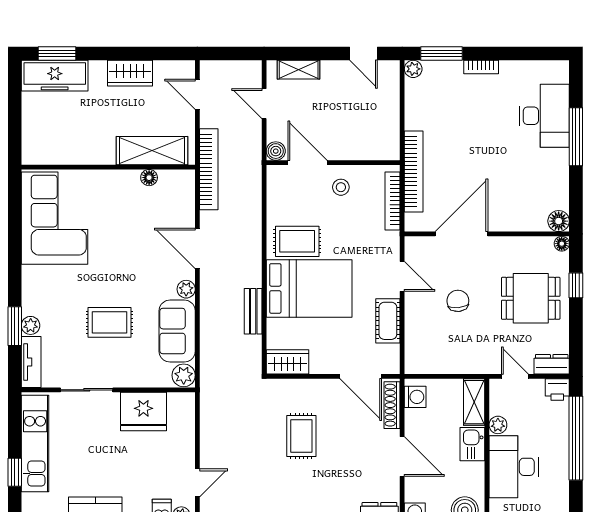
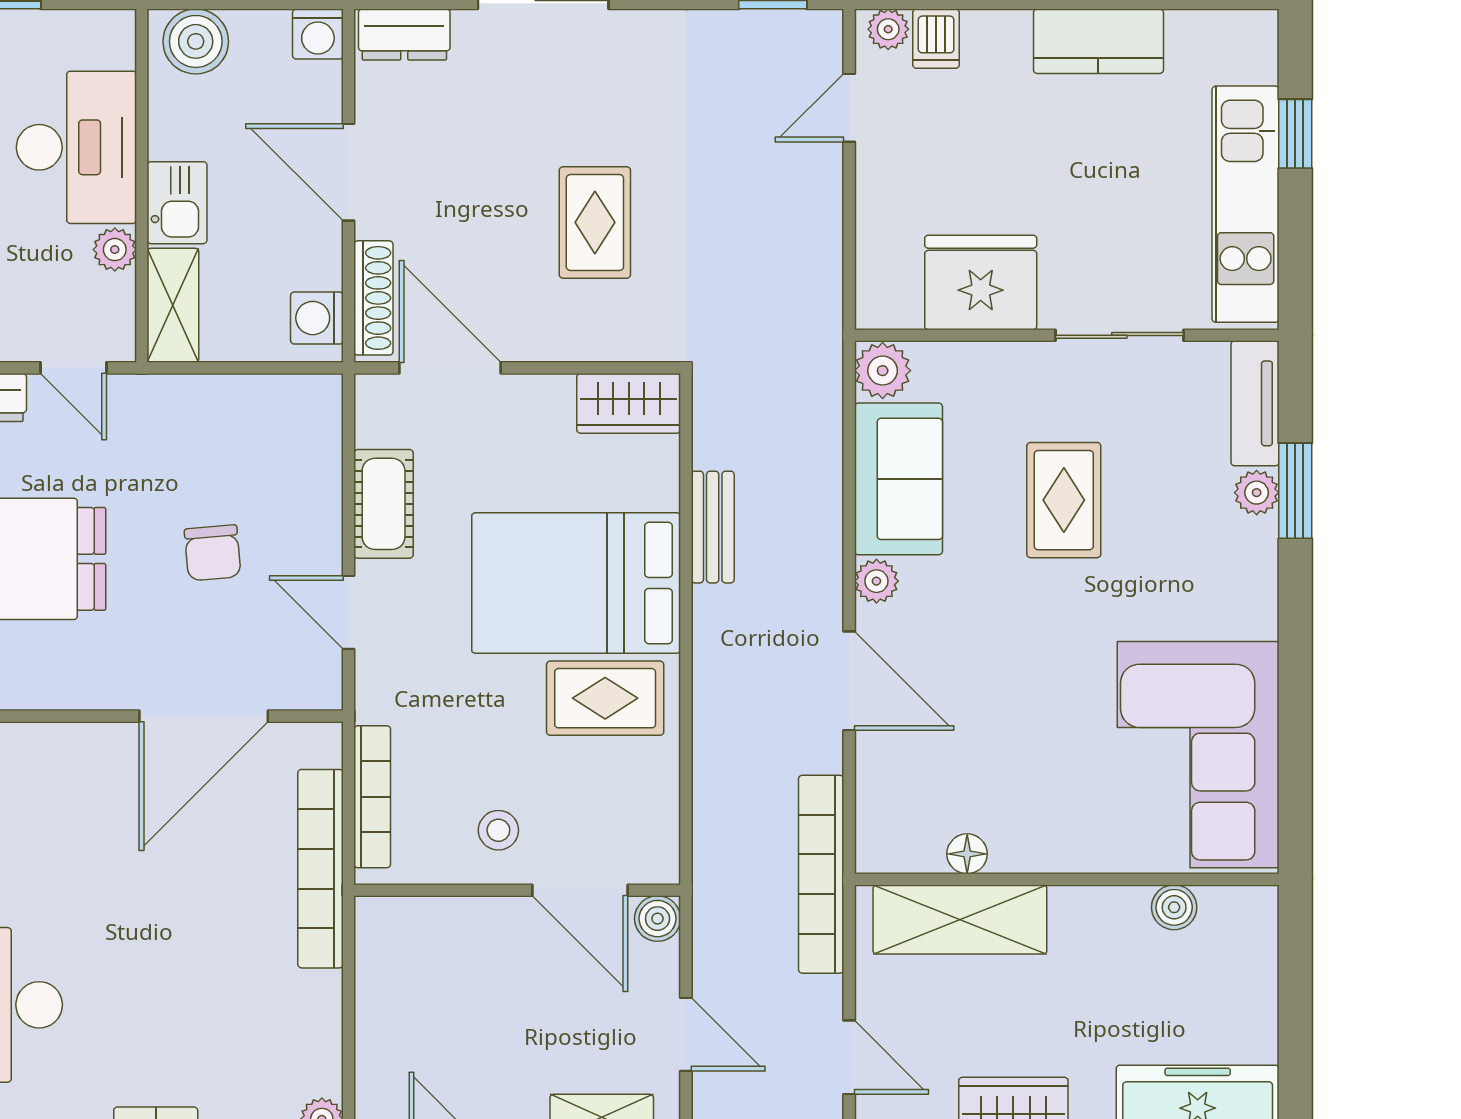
boiler: (64, 156) -> (1174, 907), added
rug: (109, 322) -> (1064, 500), turned 90

